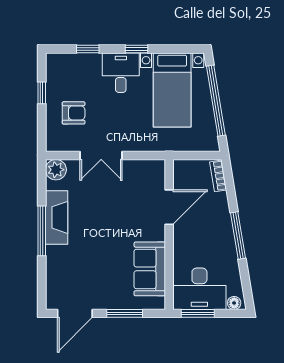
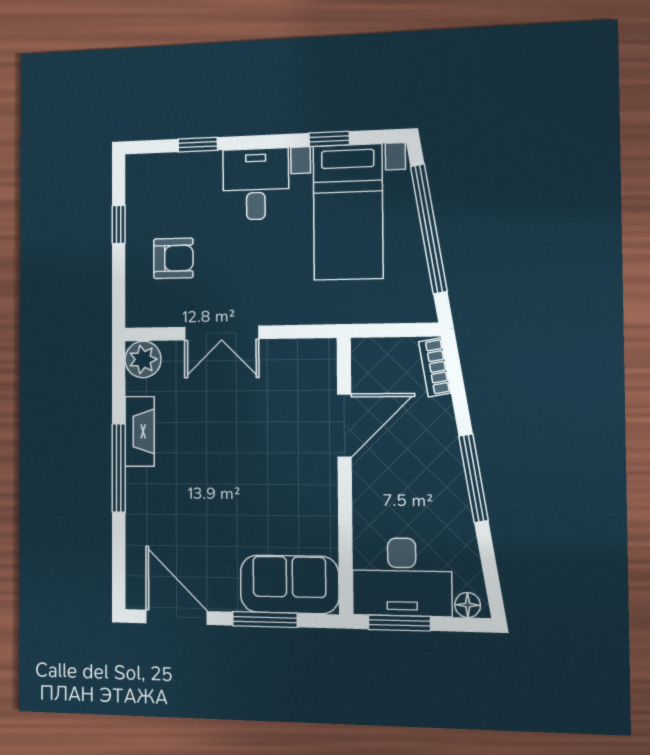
window: (137, 49) -> (329, 139), moved
fireplace: (57, 217) -> (140, 431), width x0.73, depth x0.76
sofa: (150, 269) -> (289, 584), moved, turned 90
door: (75, 313) -> (177, 617), swing flipped

